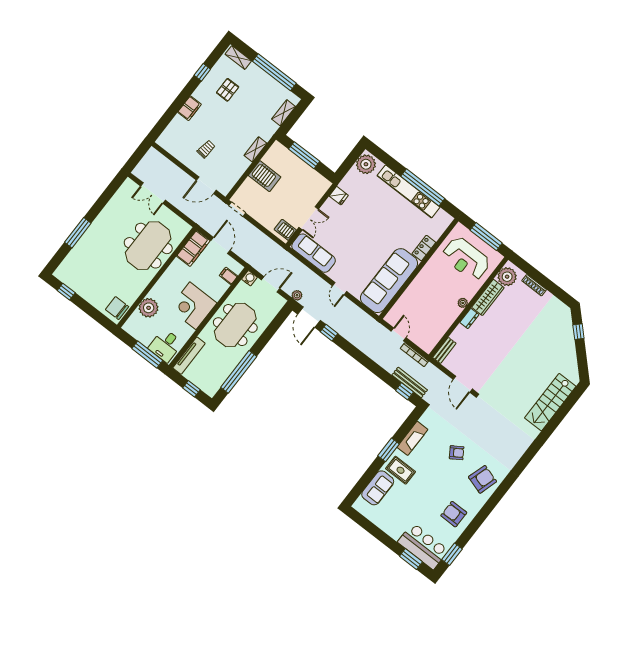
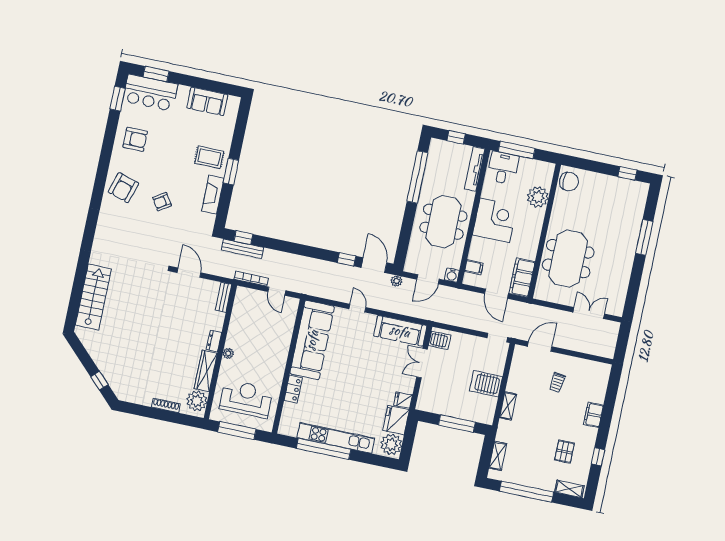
fridge: (352, 182) -> (396, 420), added
sofa: (378, 488) -> (207, 101), moved, turned -90

